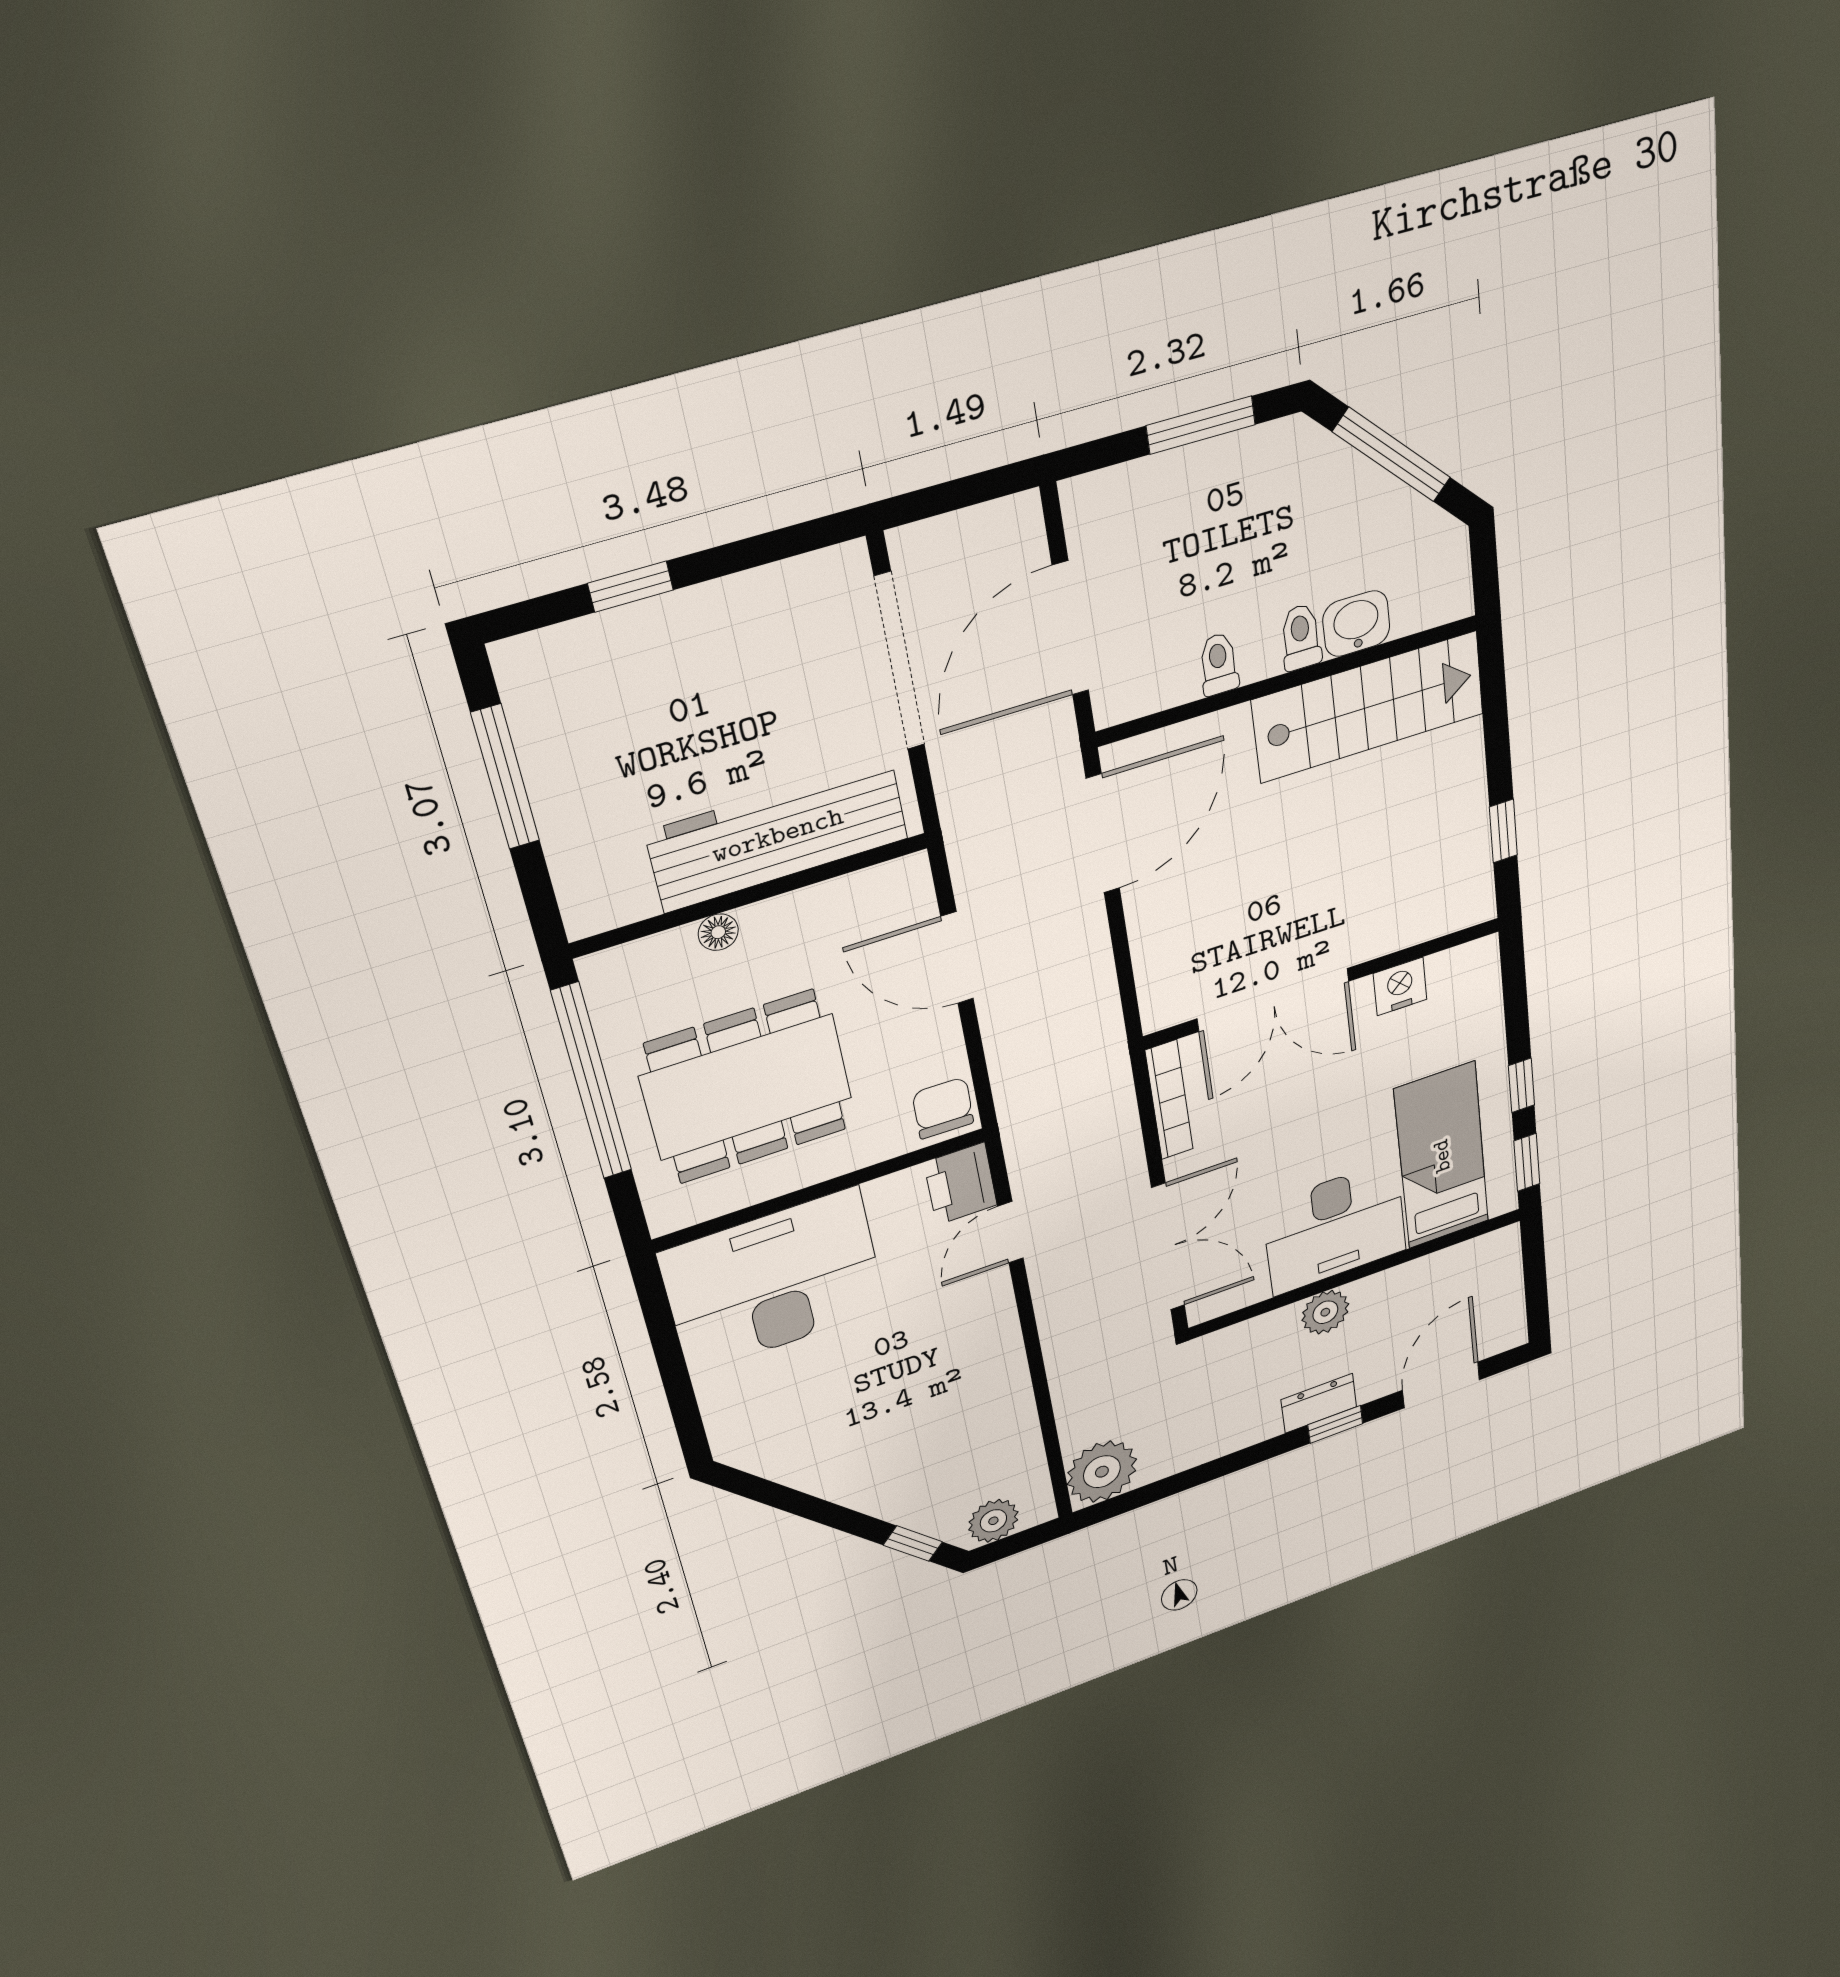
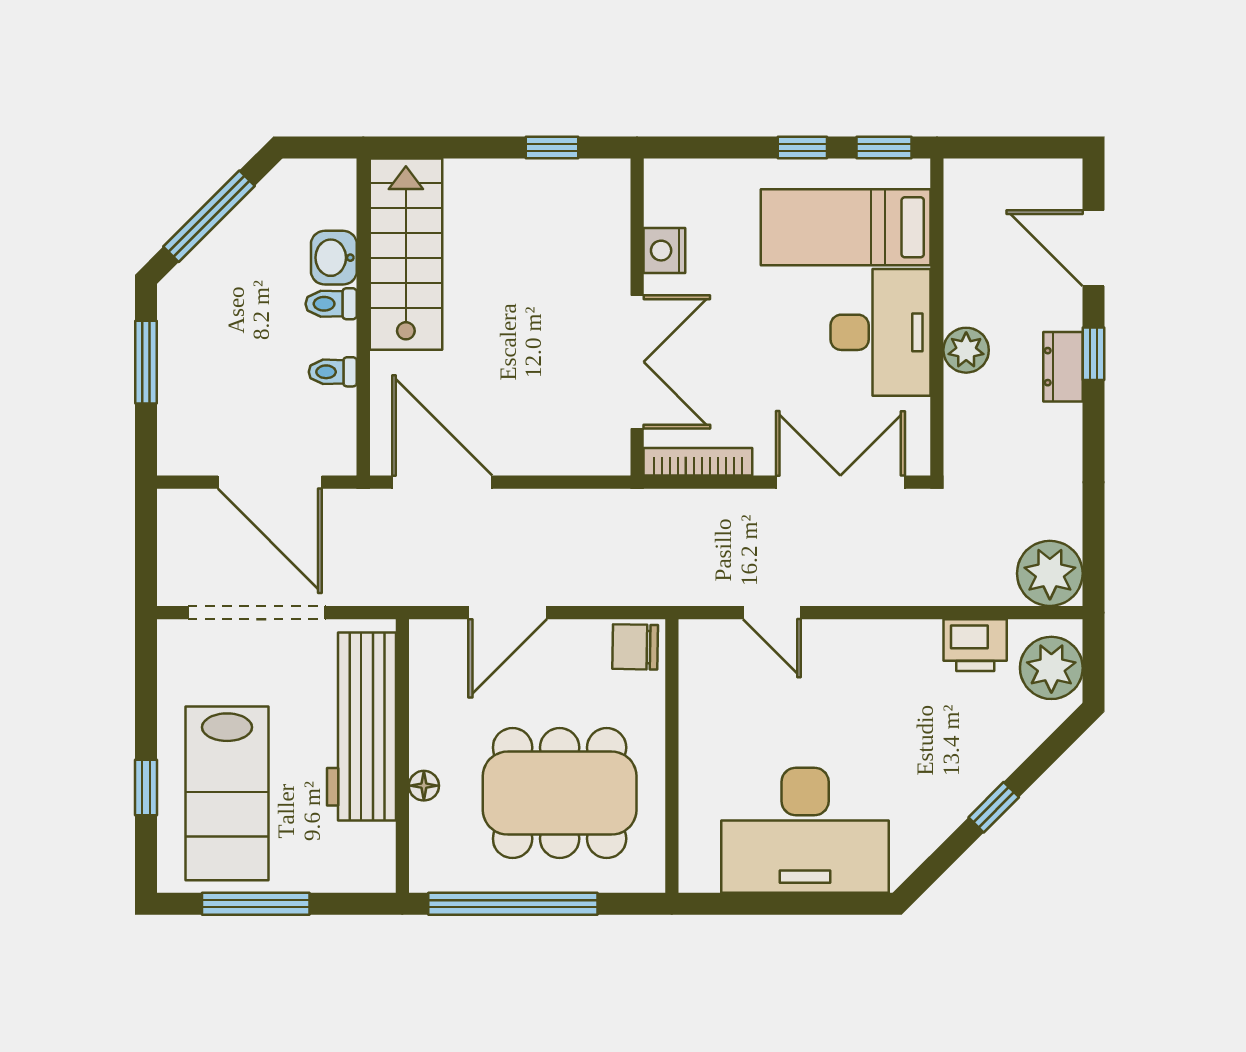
lab bench: (649, 695) -> (227, 793), added
dining table: (746, 1087) -> (560, 793), turned 90
printer: (961, 1184) -> (975, 645), moved
desk: (774, 1281) -> (805, 830), moved, turned -90
plant: (993, 1521) -> (1051, 668), width x1.36, depth x1.36
window: (913, 1543) -> (994, 807), moved

